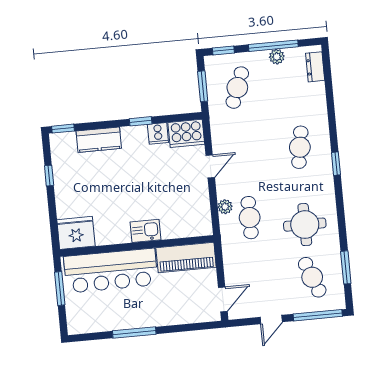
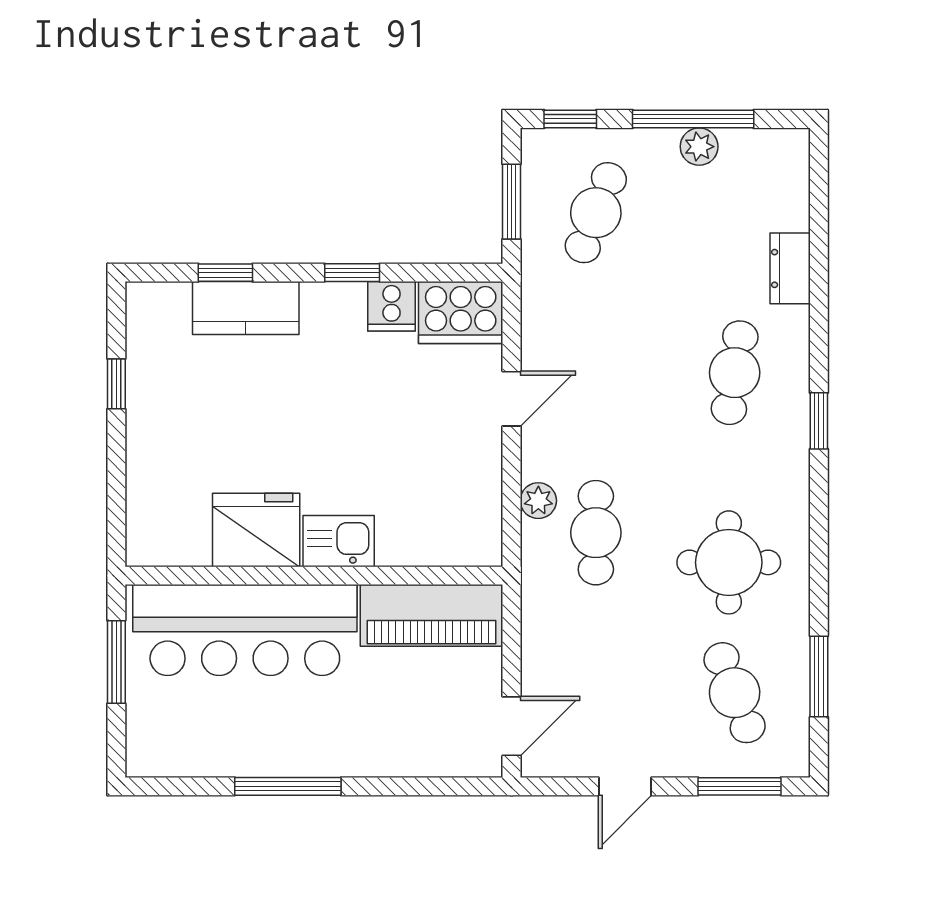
dresser: (315, 67) -> (790, 268), moved
window: (63, 129) -> (225, 273), moved
fridge: (76, 233) -> (256, 530), moved
window: (318, 315) -> (739, 786), width x0.69

